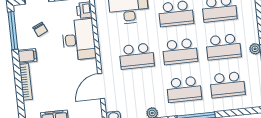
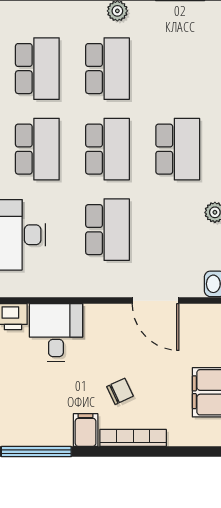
chair: (40, 29) -> (120, 391), moved
desk: (79, 40) -> (56, 332), width x0.73
school desk: (227, 85) -> (178, 69), removed

